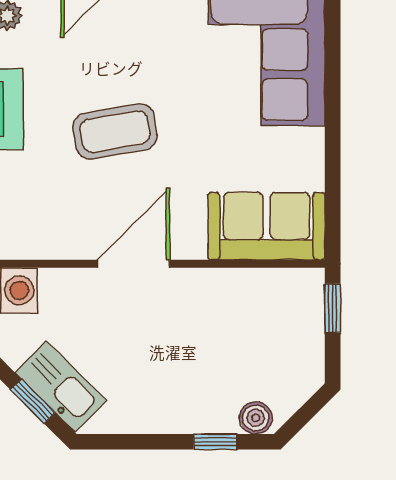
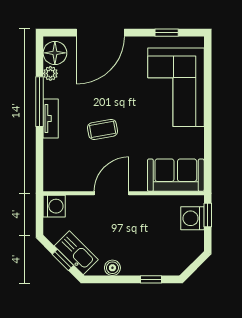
coffee table: (115, 131) -> (103, 129), width x0.73, depth x0.77
washing machine: (301, 315) -> (192, 218), added
boiler: (256, 418) -> (112, 268), moved

